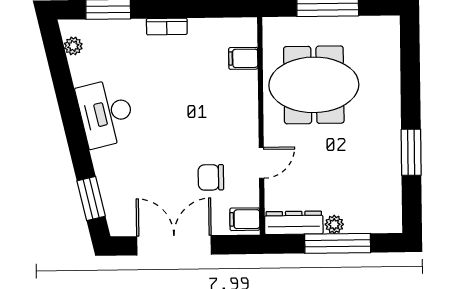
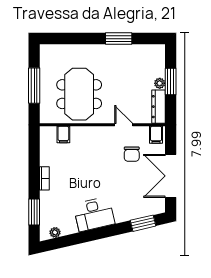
window: (338, 243) -> (171, 82), width x0.69

